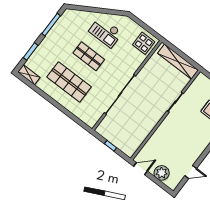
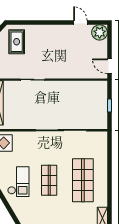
plant: (162, 173) -> (100, 32), moved

